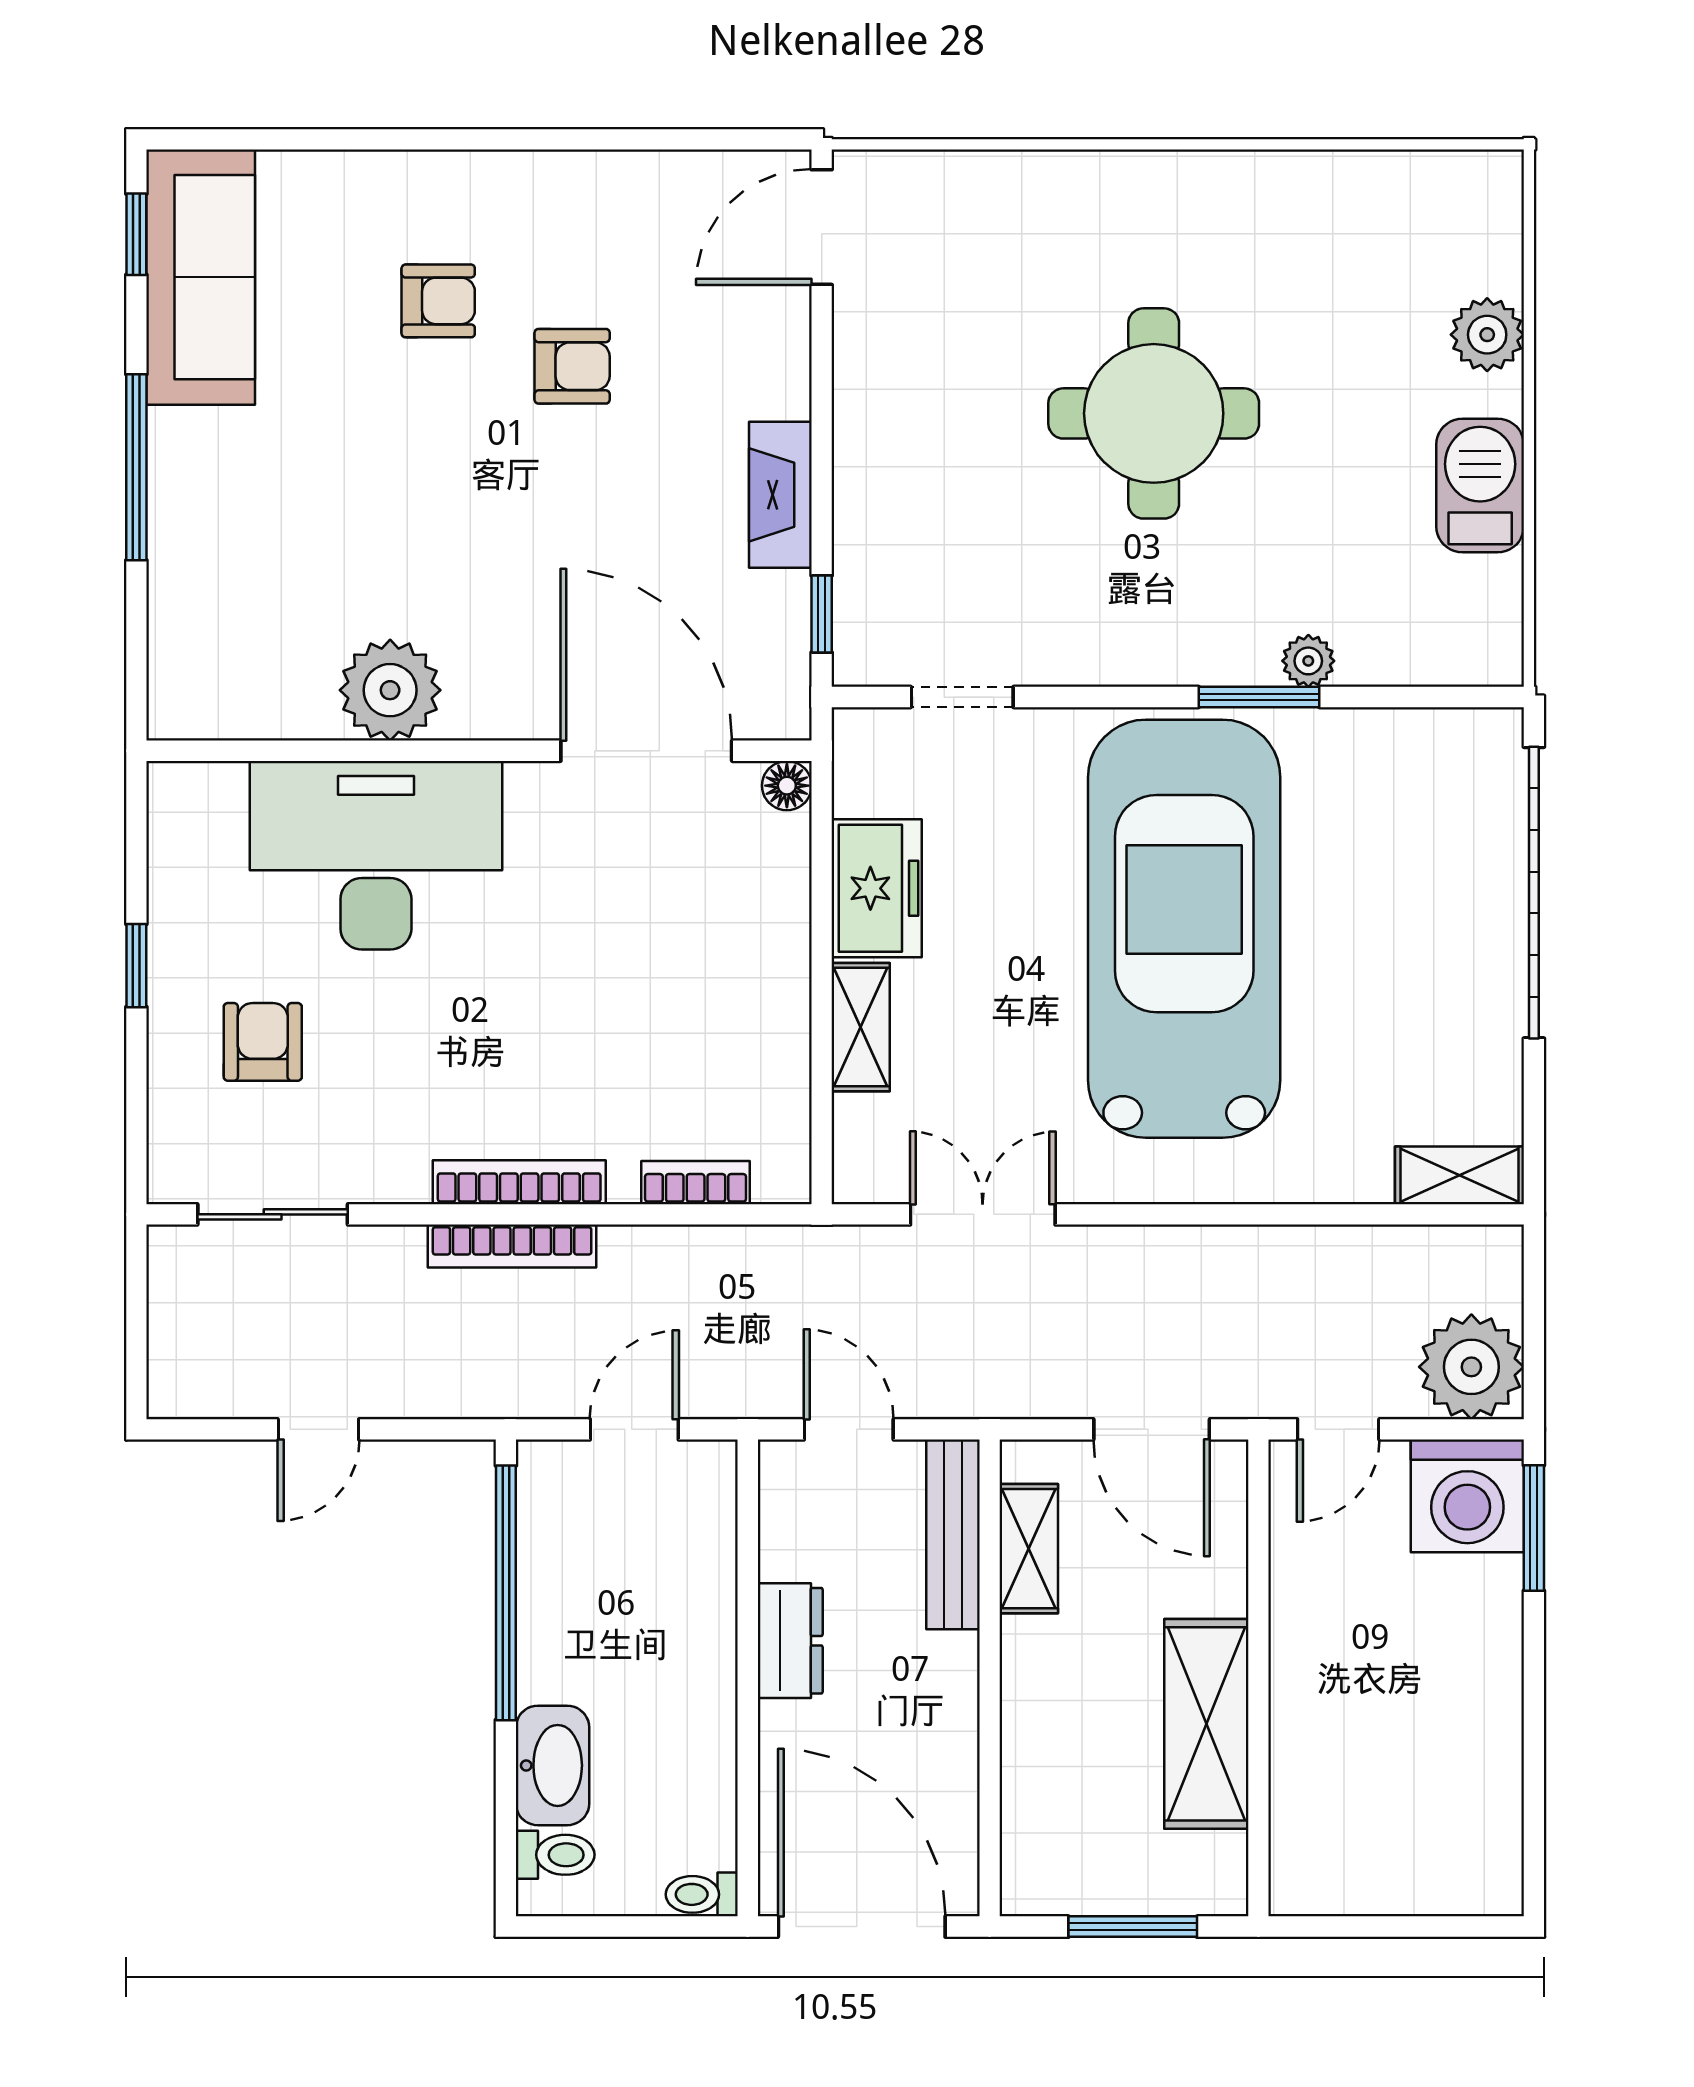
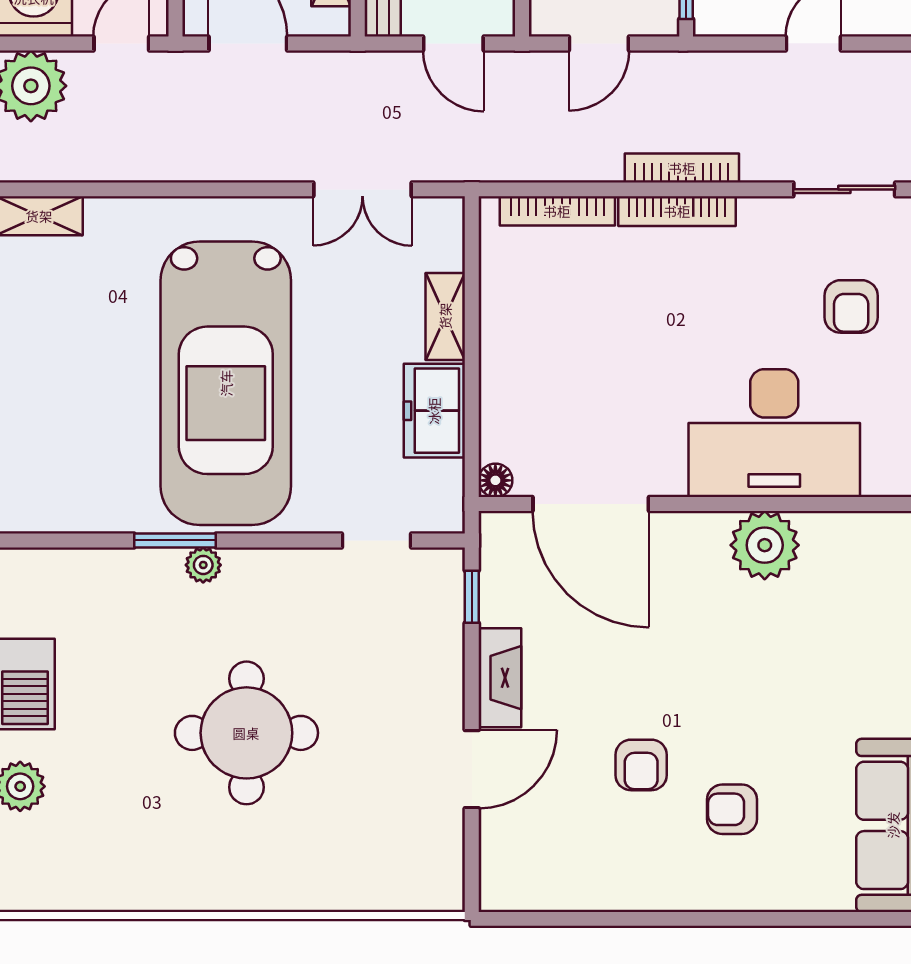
door: (822, 227) -> (472, 769), moved
armchair: (572, 366) -> (641, 765), turned -90
plant: (1308, 661) -> (203, 565), moved
bookcase: (696, 1183) -> (557, 211), width x1.56

